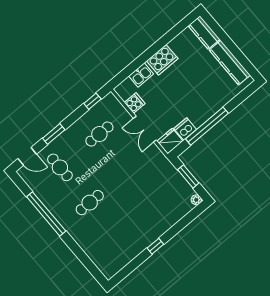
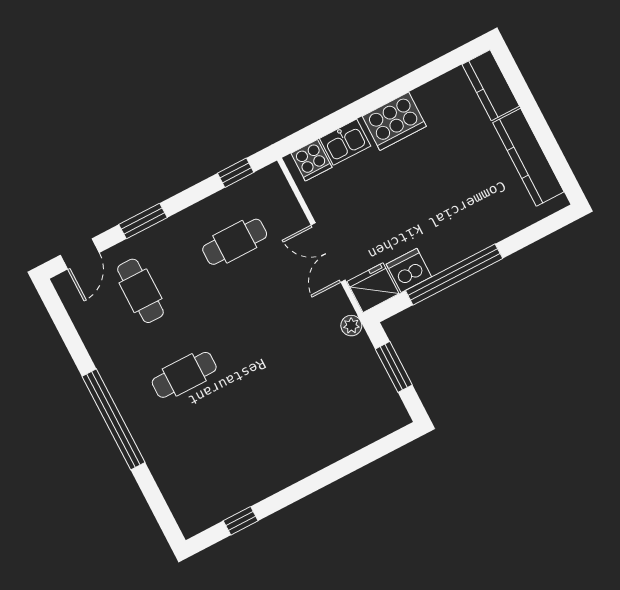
cooker: (135, 103) -> (311, 160), moved, turned 90
door: (27, 156) -> (80, 254), hinge flipped
plant: (196, 200) -> (351, 326), moved
window: (46, 214) -> (113, 419), moved
window: (155, 246) -> (241, 521), moved

